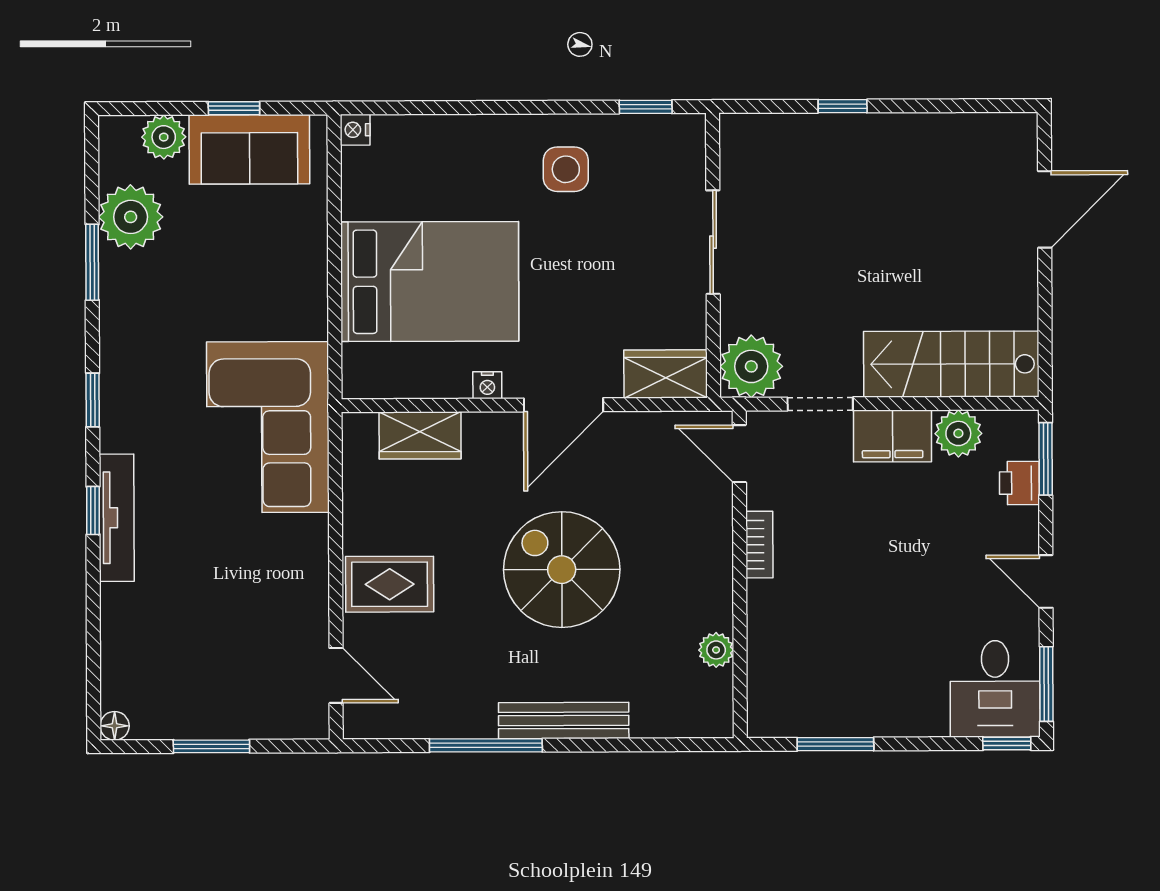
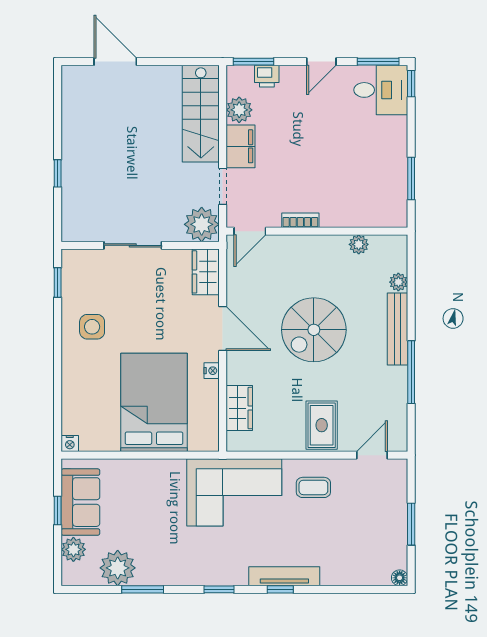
coffee table: (277, 570) -> (313, 487), added
plant: (648, 722) -> (398, 282), added

